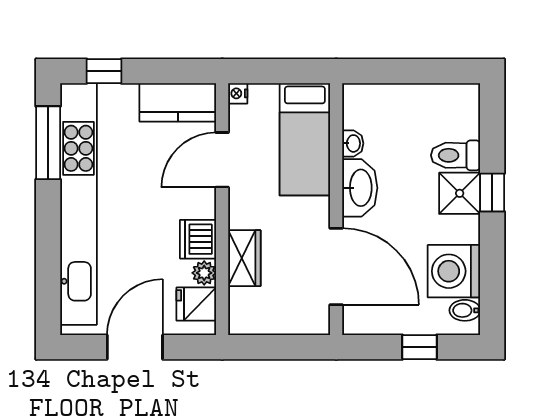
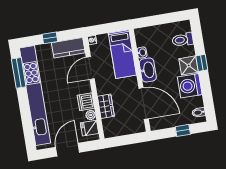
window: (104, 71) -> (50, 38), moved
toilet: (456, 155) -> (183, 40), moved
washing machine: (454, 271) -> (190, 86), moved

